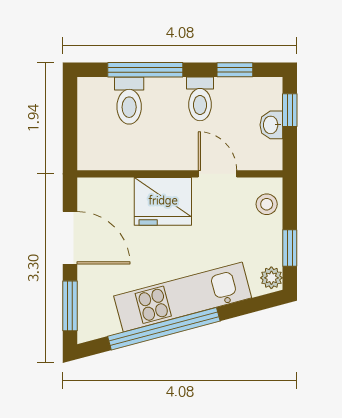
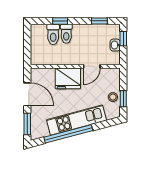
window: (145, 70) -> (60, 21), width x0.46
toilet: (200, 99) -> (66, 34), moved
door: (217, 174) -> (92, 66), swing flipped
stool: (267, 204) -> (113, 97), moved
plant: (271, 278) -> (115, 112), removed

